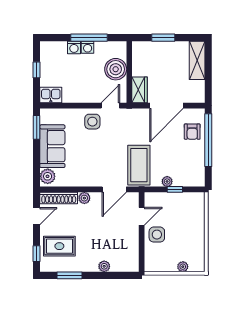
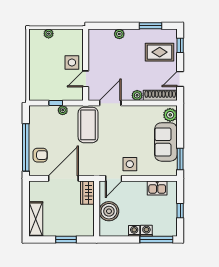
window: (89, 38) -> (156, 240), moved
kitchen sink: (51, 95) -> (157, 188), moved
armchair: (192, 132) -> (40, 155), turned 90

